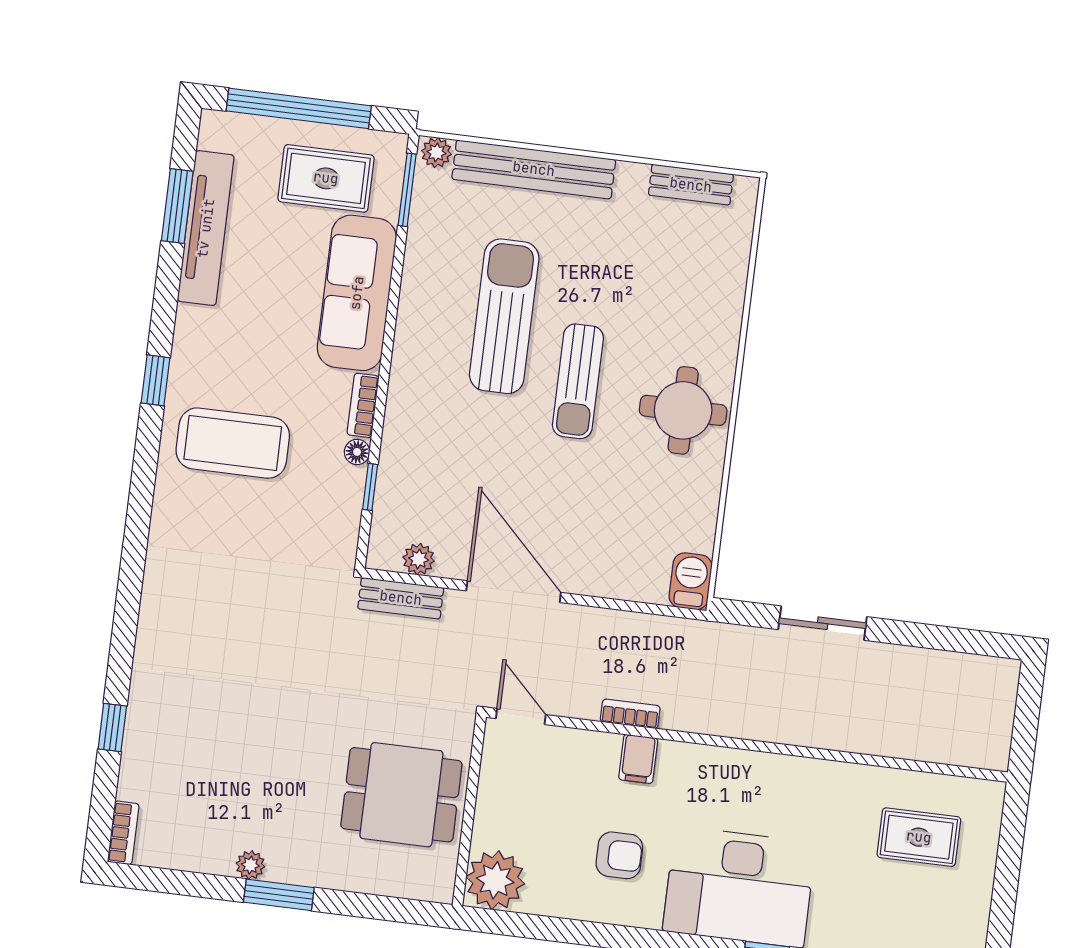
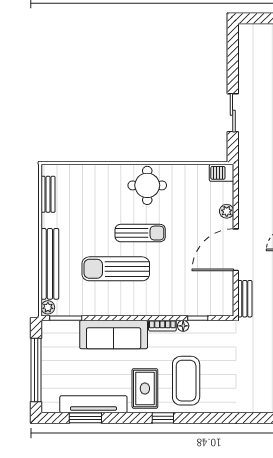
rug: (326, 178) -> (145, 388), moved
plant: (419, 559) -> (227, 211), moved

